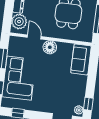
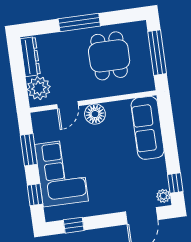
door: (34, 37) -> (68, 105), swing flipped
sofa: (81, 59) -> (148, 128), width x1.36

